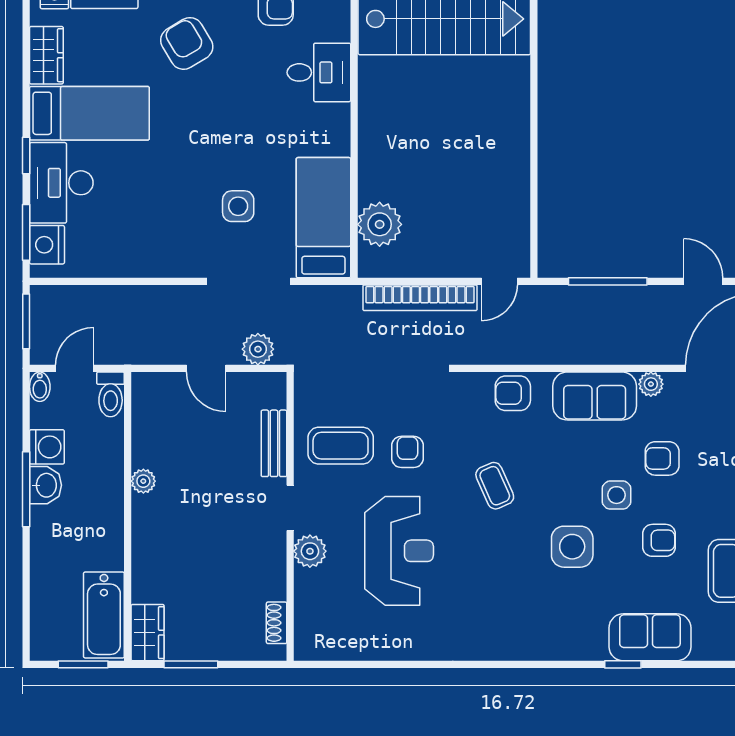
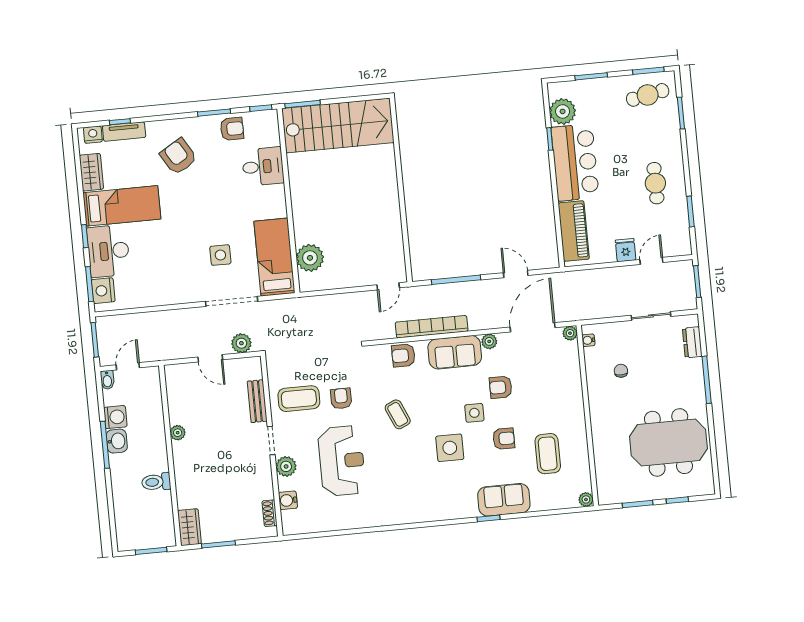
bookcase: (420, 298) -> (432, 327), moved, turned 180
toilet: (111, 394) -> (156, 482), moved, turned 90
water cooler: (308, 605) -> (288, 500), added
bathtub: (104, 615) -> (161, 519), removed

